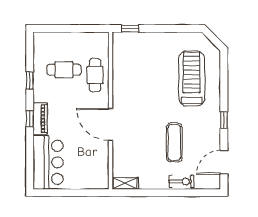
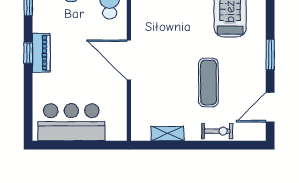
window: (224, 120) -> (270, 54), width x1.50
bar counter: (48, 162) -> (71, 122), moved, turned -90
shelving: (125, 183) -> (168, 133), moved

